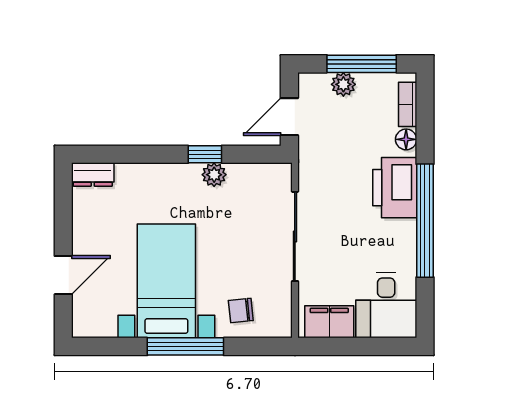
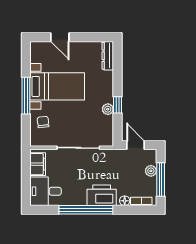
dresser: (93, 175) -> (108, 56), width x1.44

